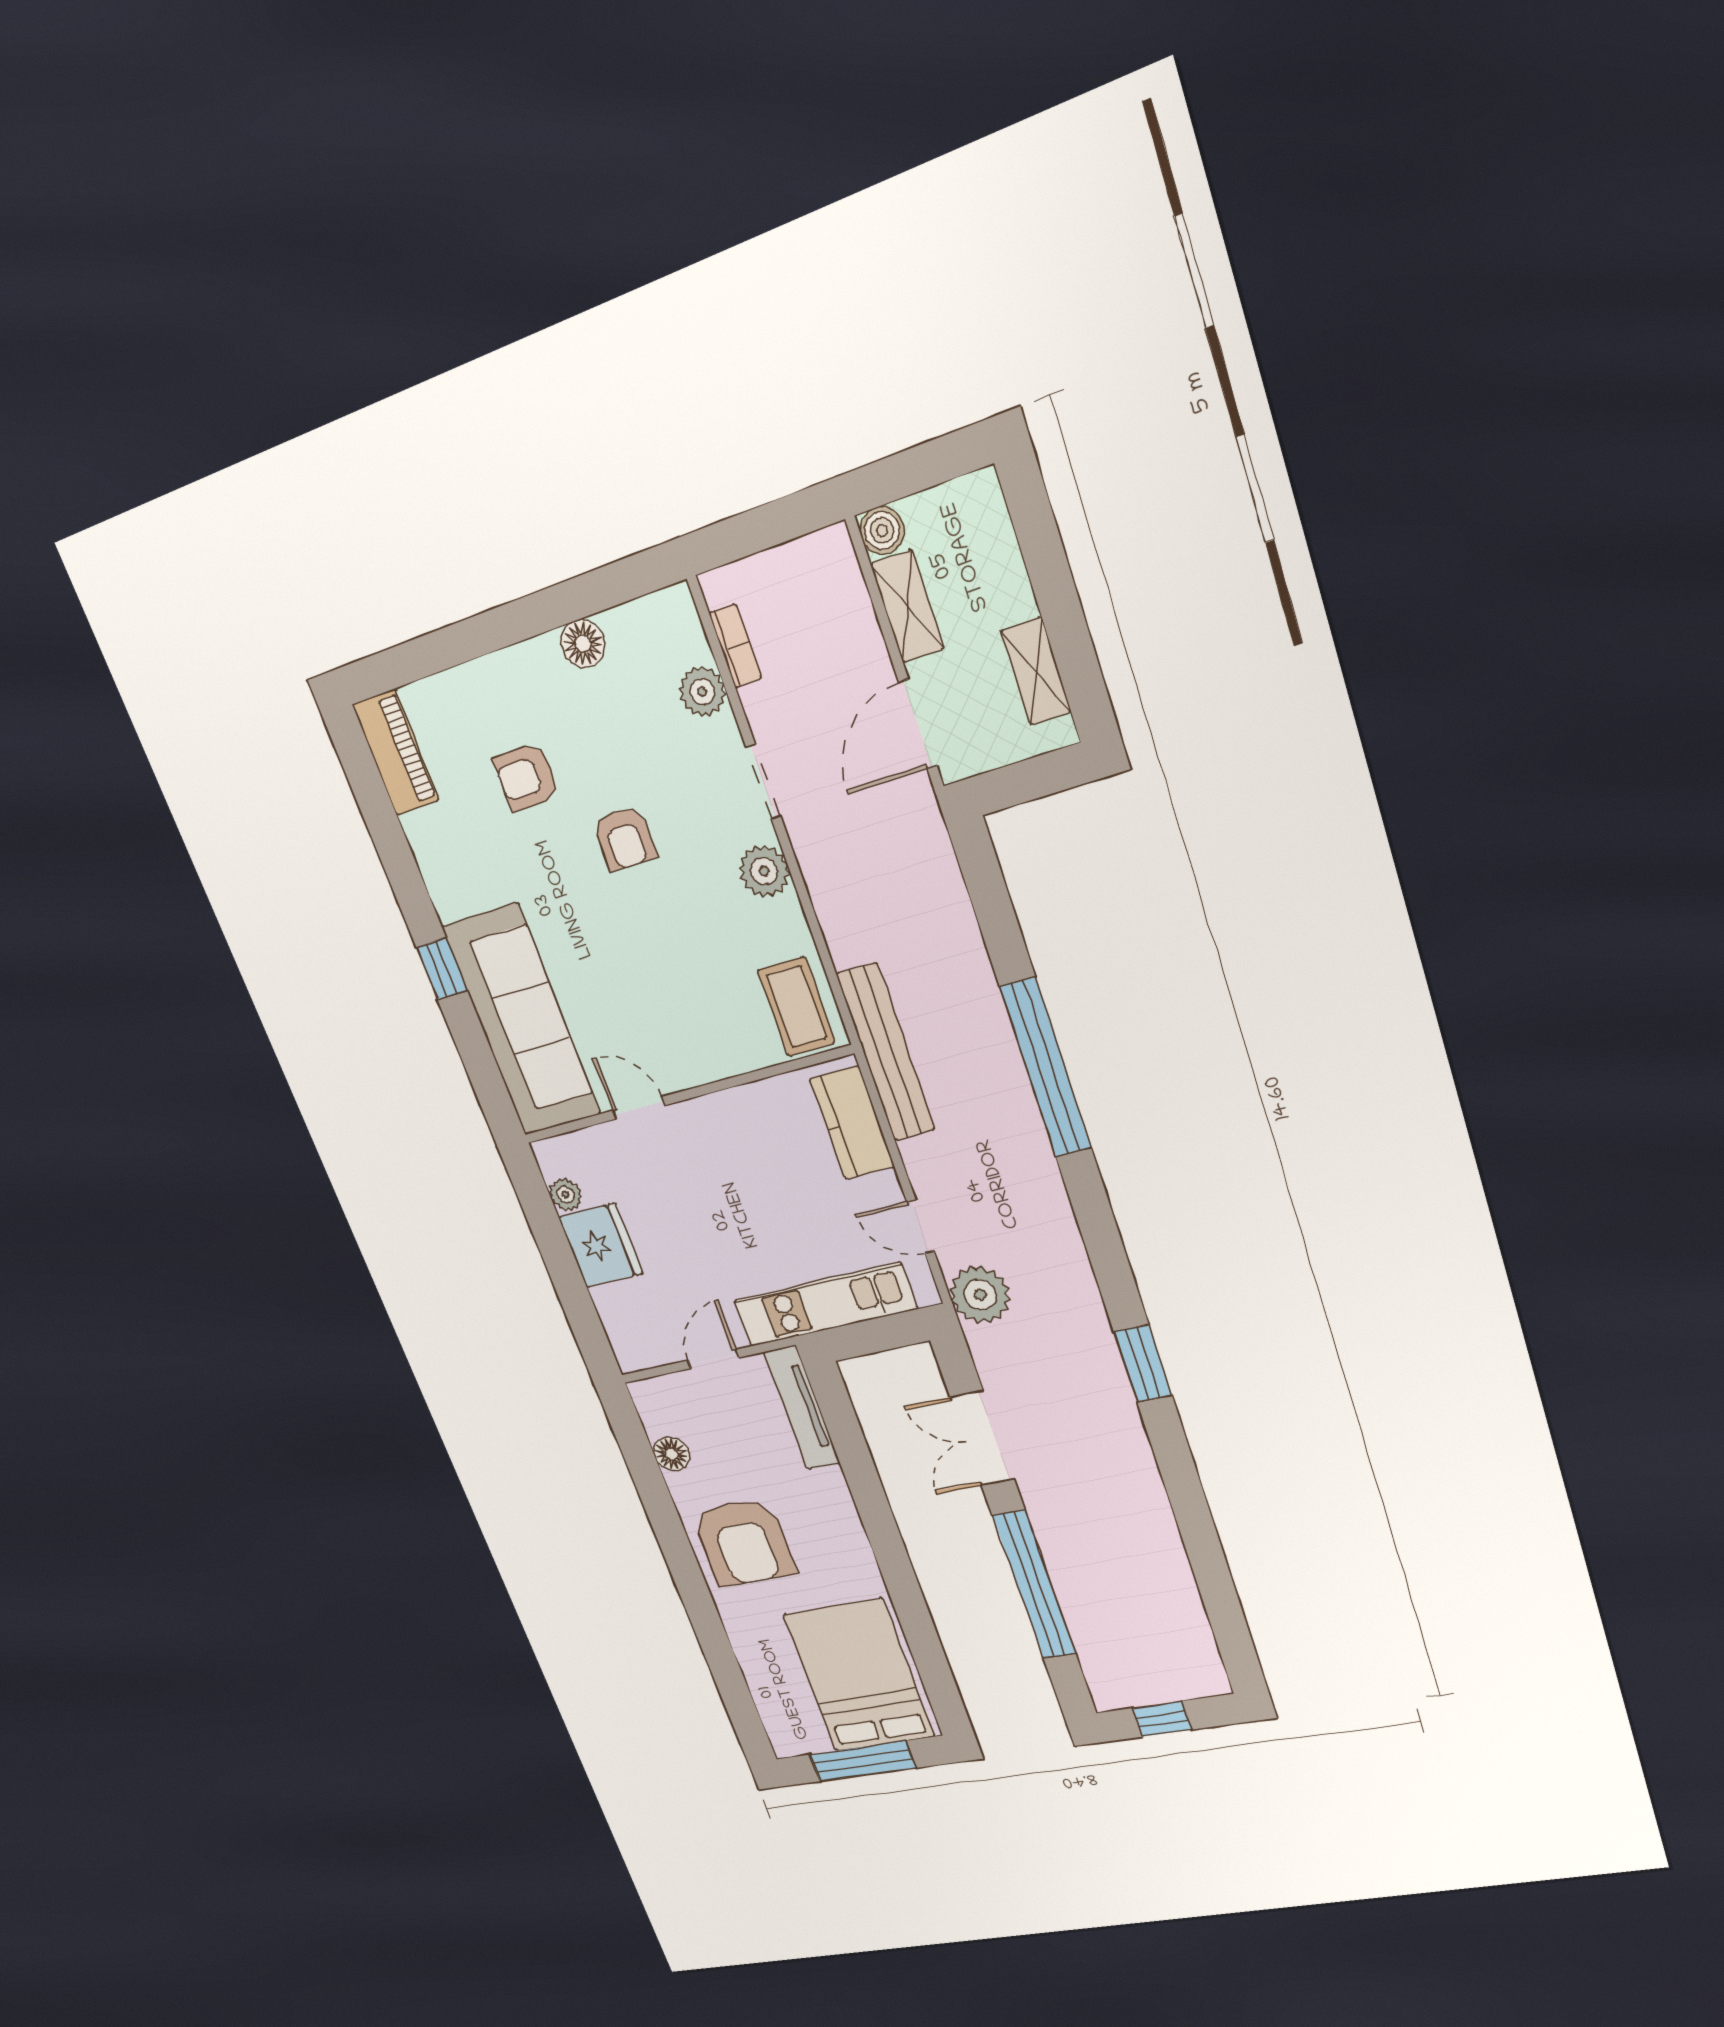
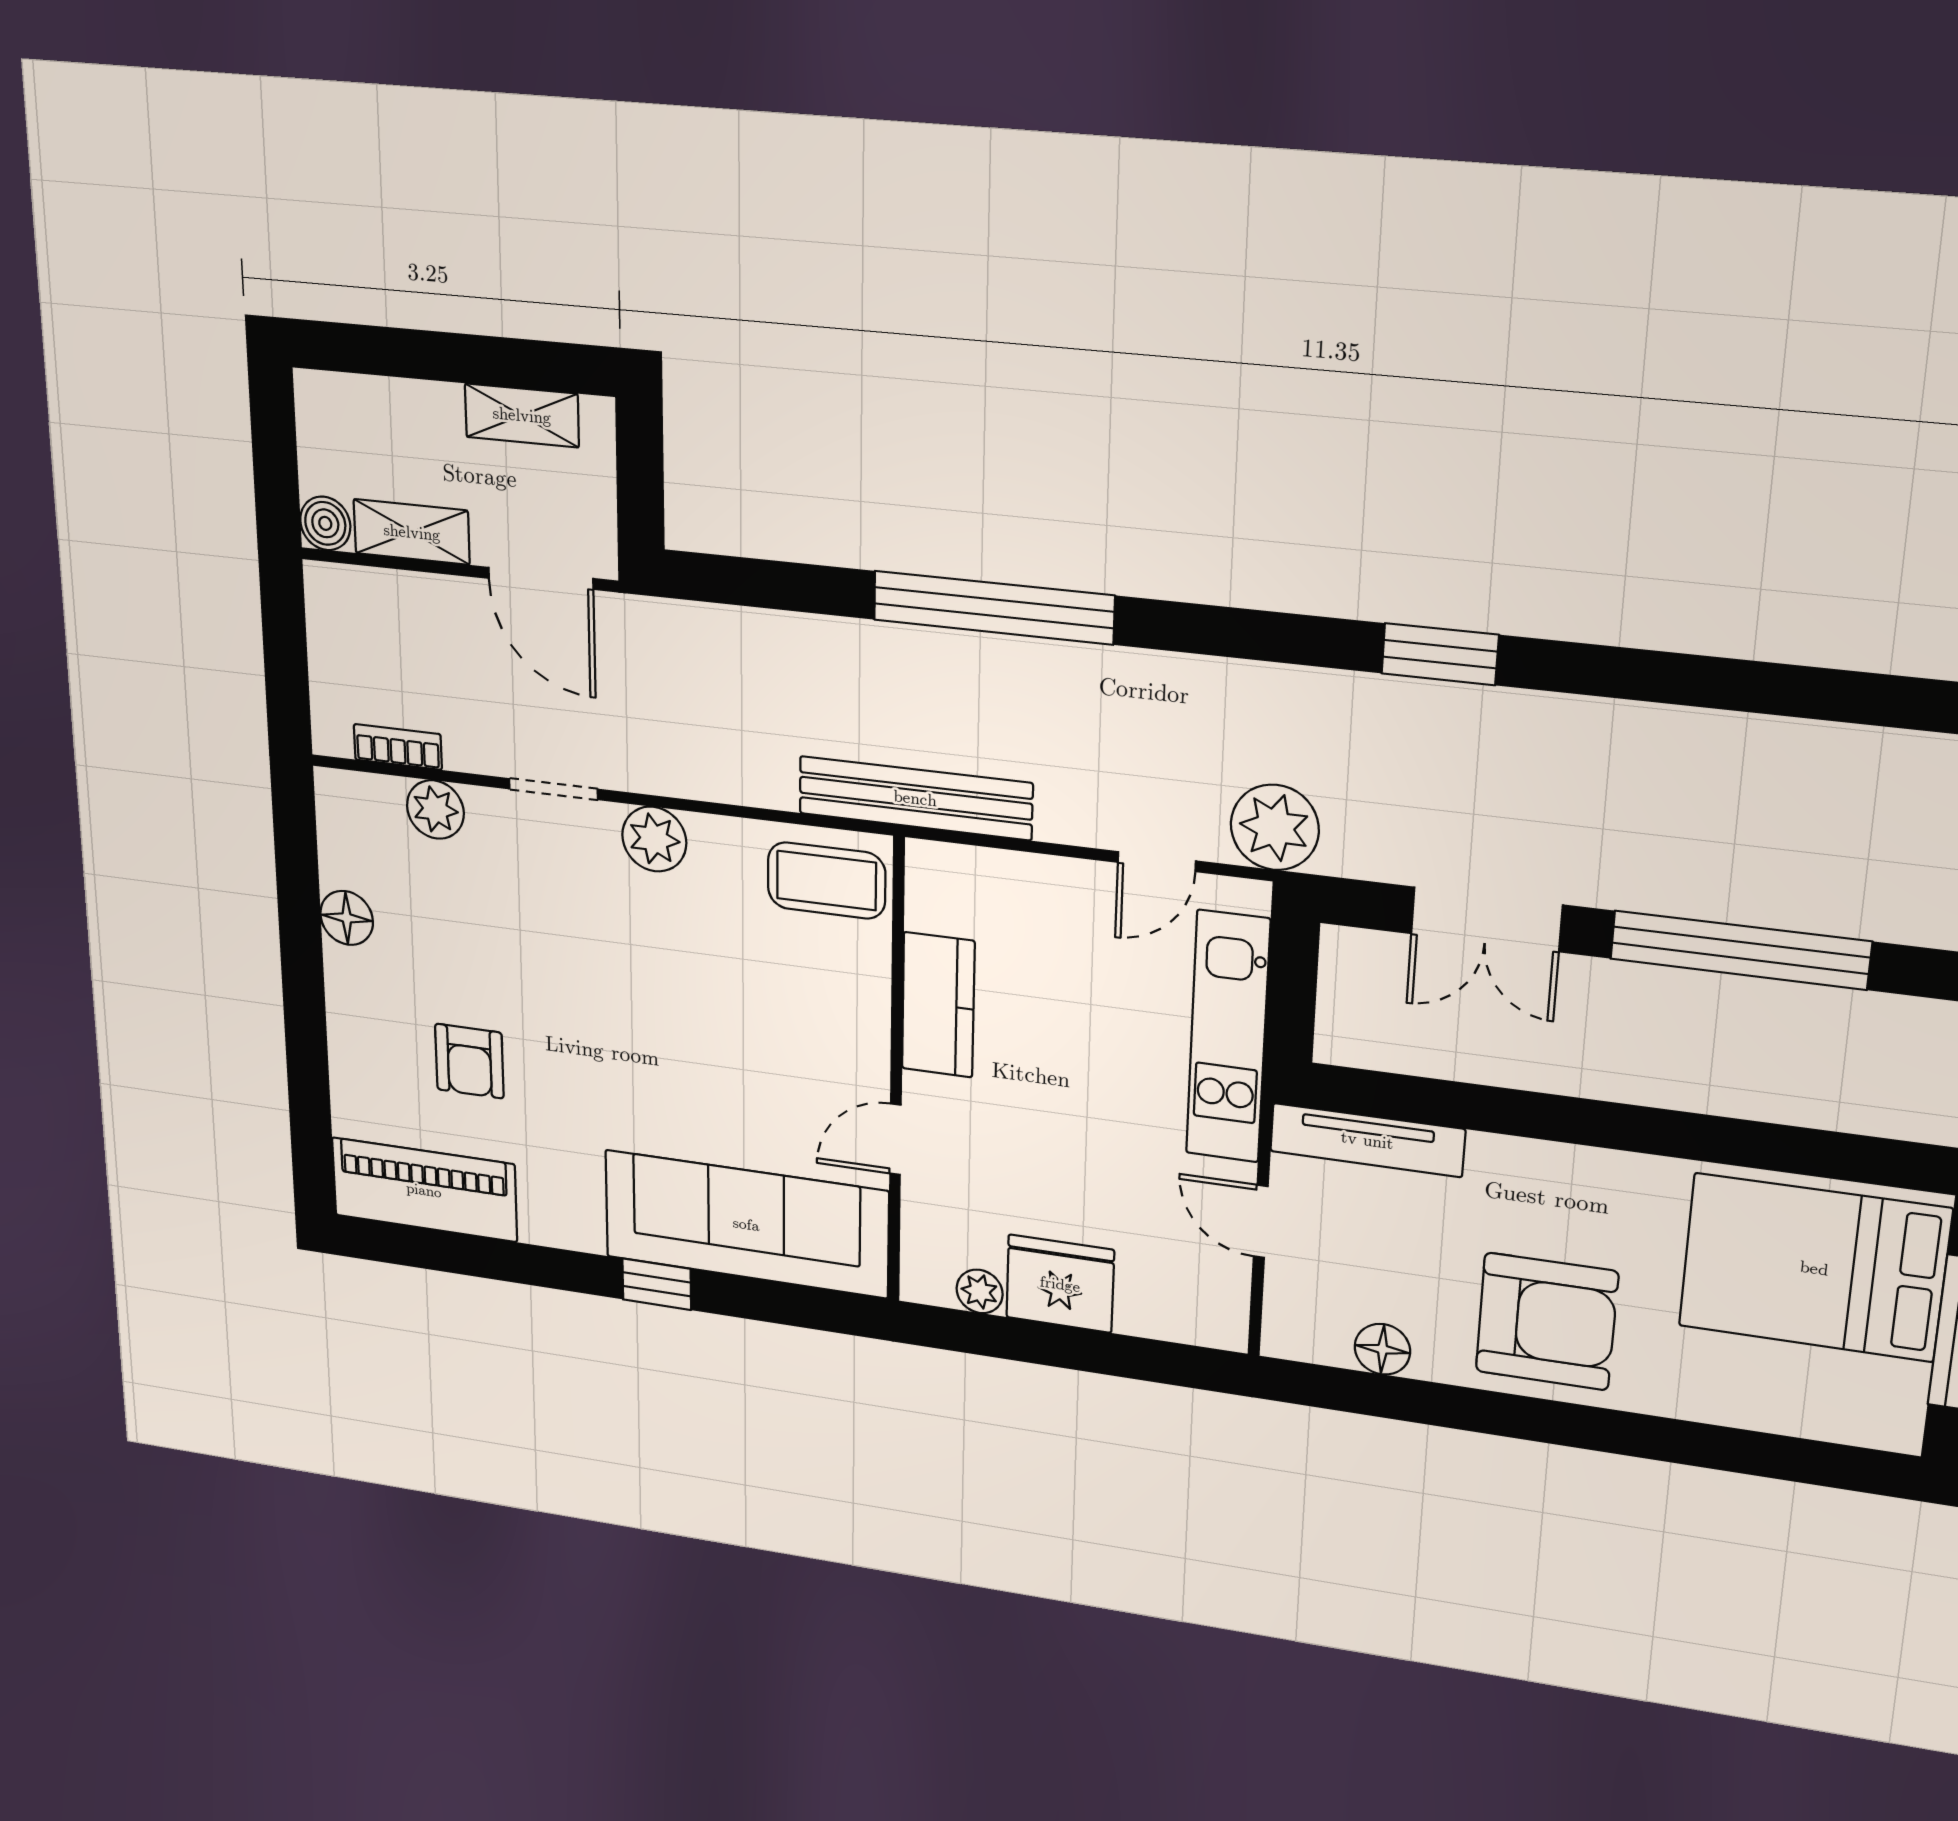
piano: (396, 752) -> (424, 1190), width x1.37, depth x1.33
armchair: (624, 839) -> (570, 985), removed
kitchen counter: (852, 1123) -> (938, 1005), moved, turned -90

